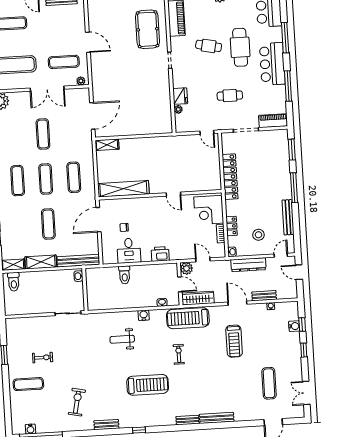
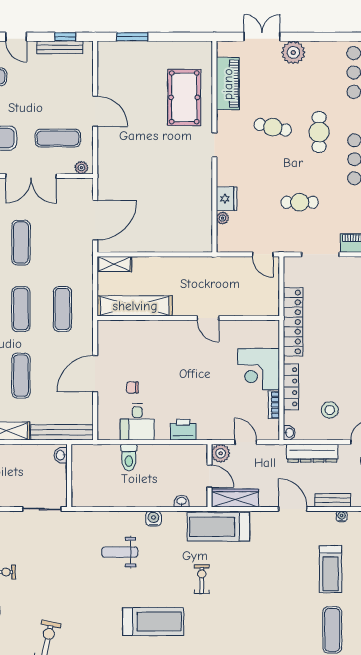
cafe table: (240, 47) -> (319, 132), width x0.73, depth x0.74
shelving: (123, 189) -> (135, 306), moved
door: (173, 194) -> (208, 318), moved
wall: (160, 195) -> (188, 318), moved
locker: (232, 226) -> (291, 387), width x1.53
treadmill: (234, 341) -> (330, 569), moved

